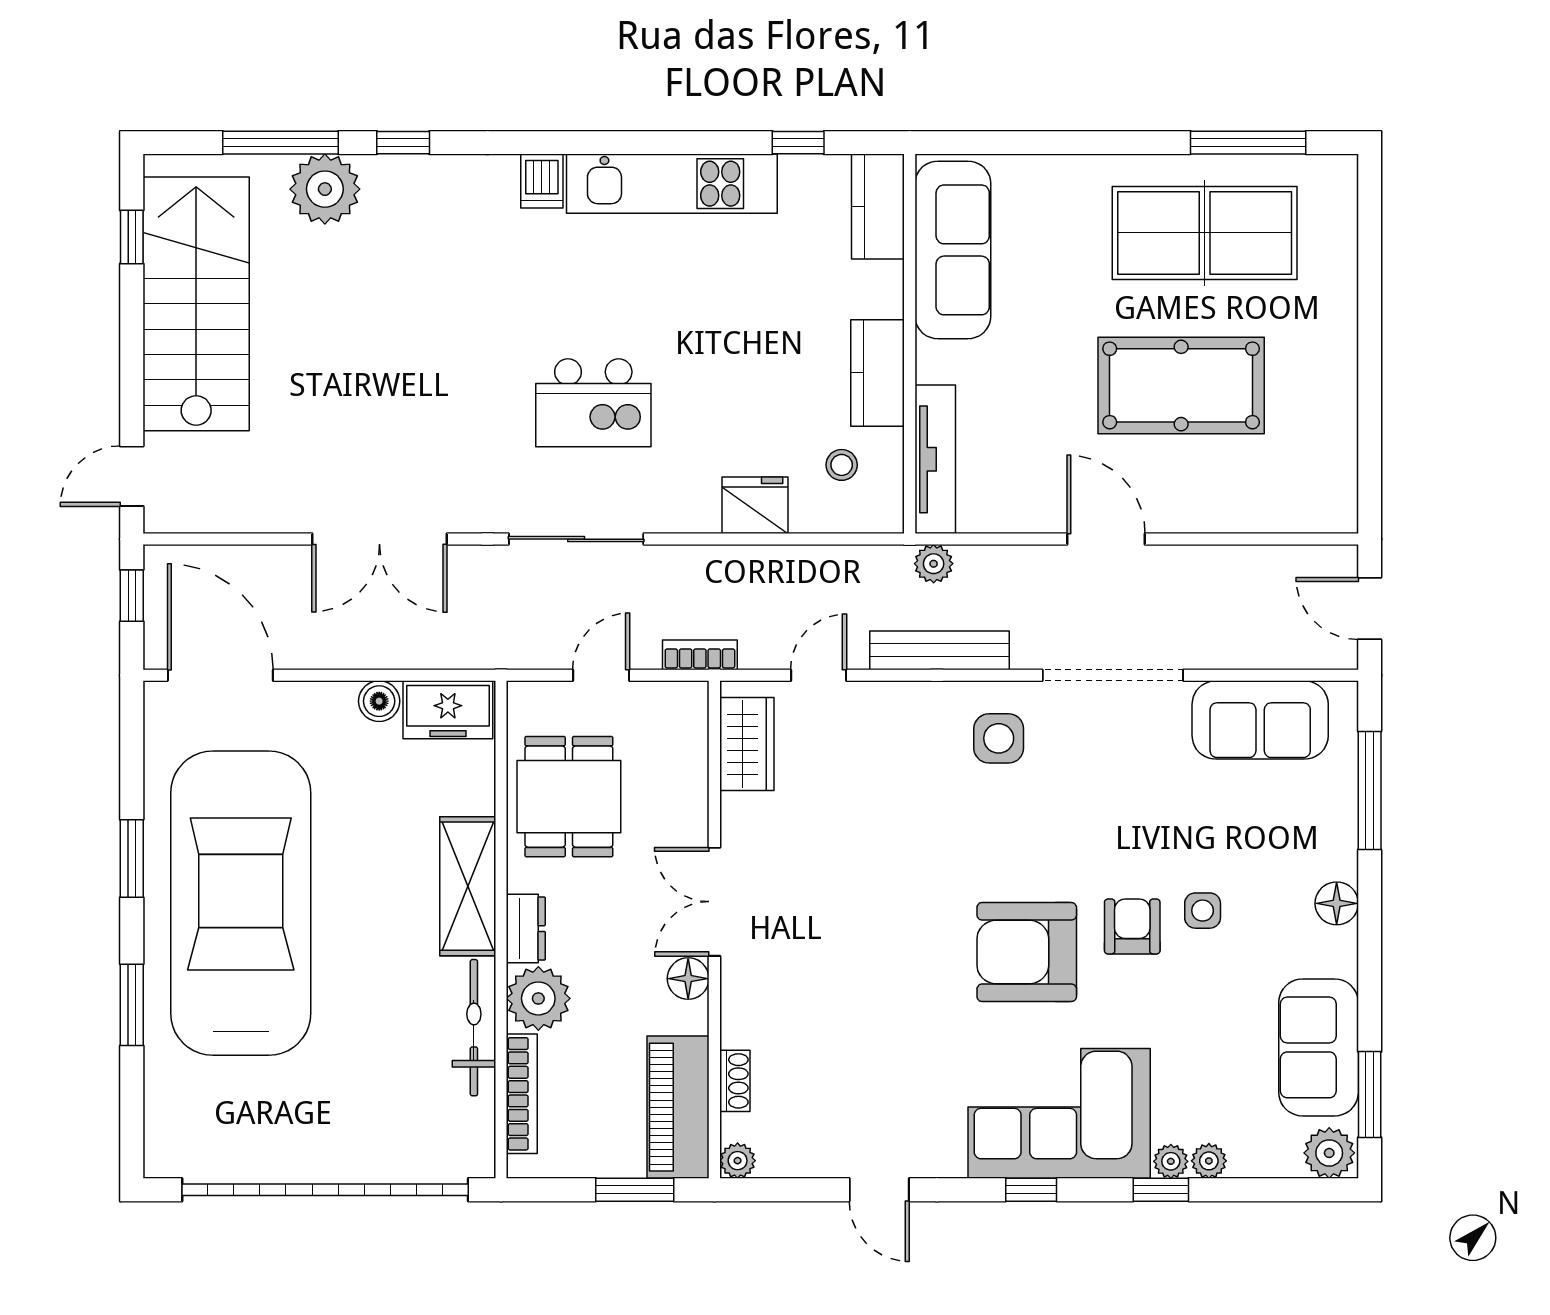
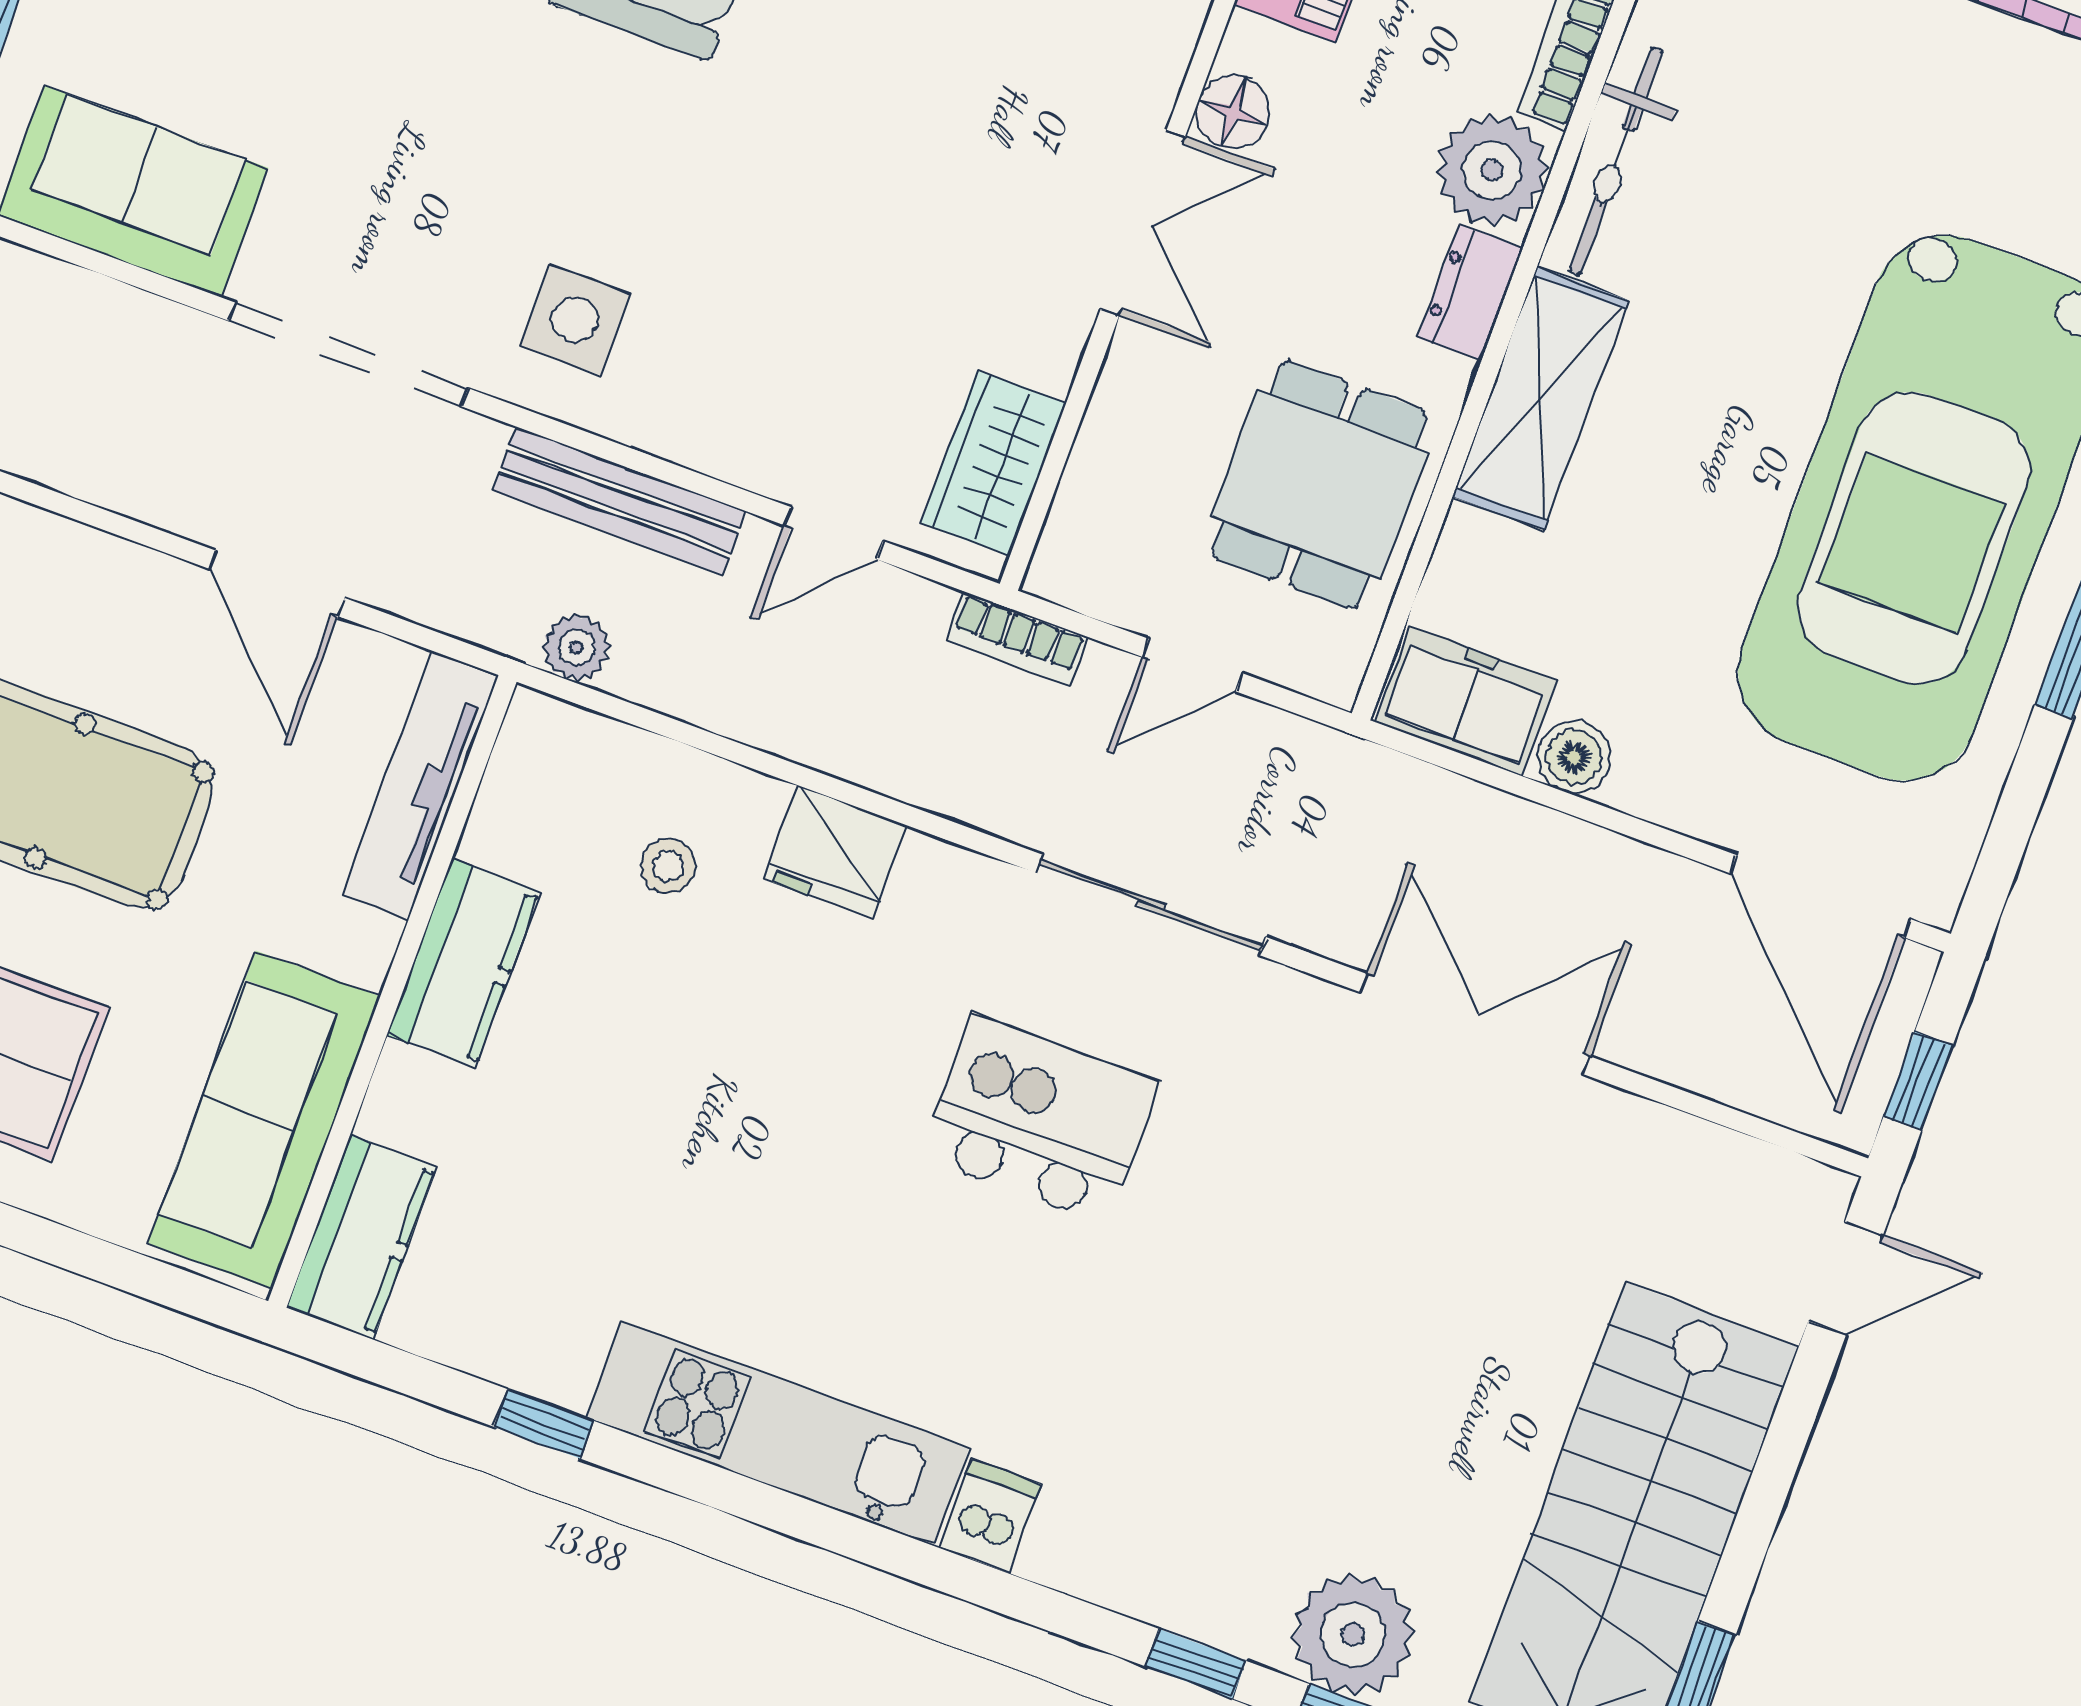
kitchen counter: (878, 207) -> (361, 1237), moved
sofa: (953, 250) -> (264, 1120), moved
wall: (910, 344) -> (392, 991), moved
kitchen counter: (877, 373) -> (463, 963), moved
tv unit: (935, 459) -> (420, 785), moved

